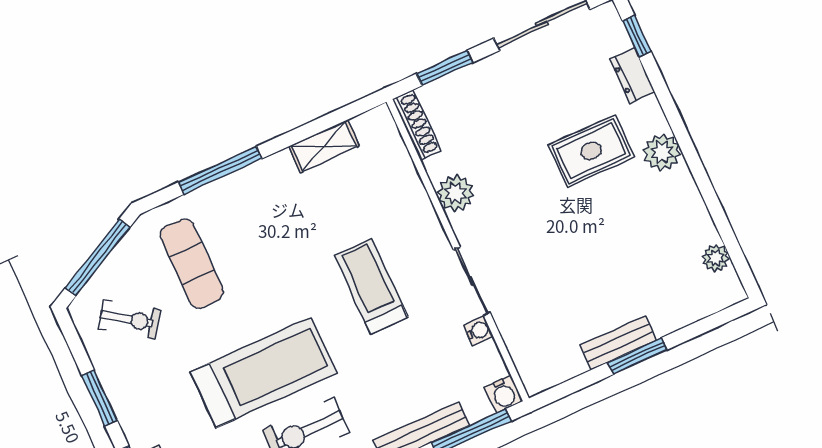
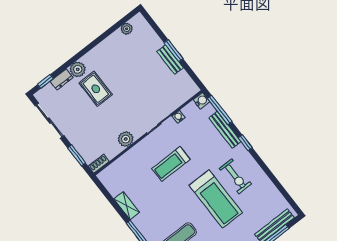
shoe rack: (417, 125) -> (99, 164), width x0.70
shelving: (324, 146) -> (127, 206), moved
plant: (662, 152) -> (78, 69), moved
treadmill: (263, 372) -> (216, 199), turned 180

